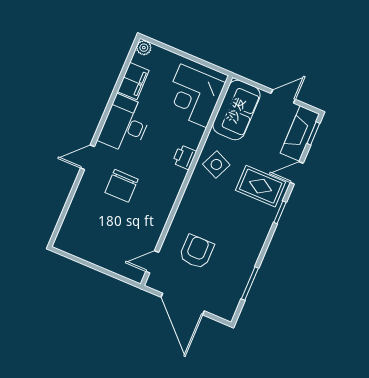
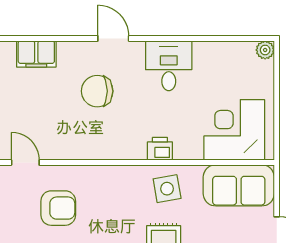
filing cabinet: (133, 81) -> (36, 54), moved
desk: (125, 124) -> (169, 66), width x0.73
side table: (216, 164) -> (167, 189), turned -34

